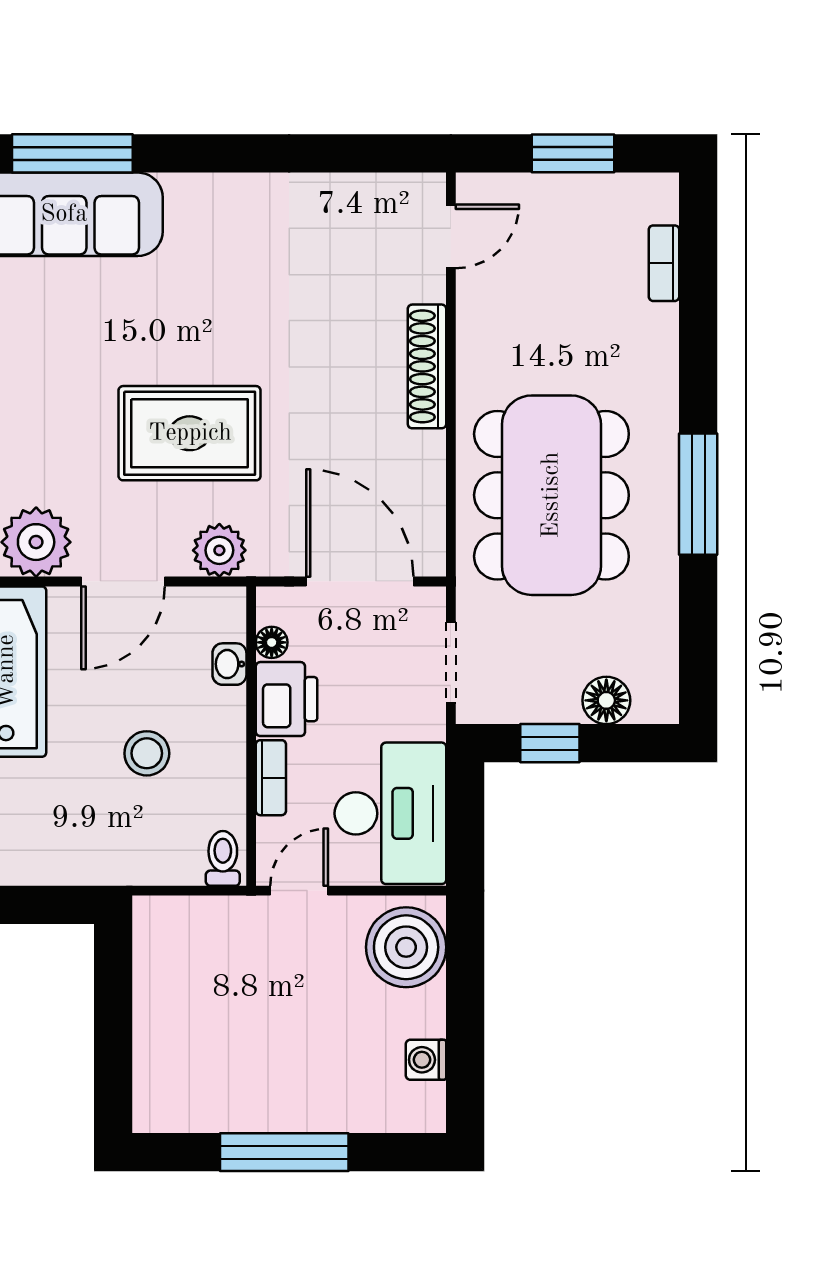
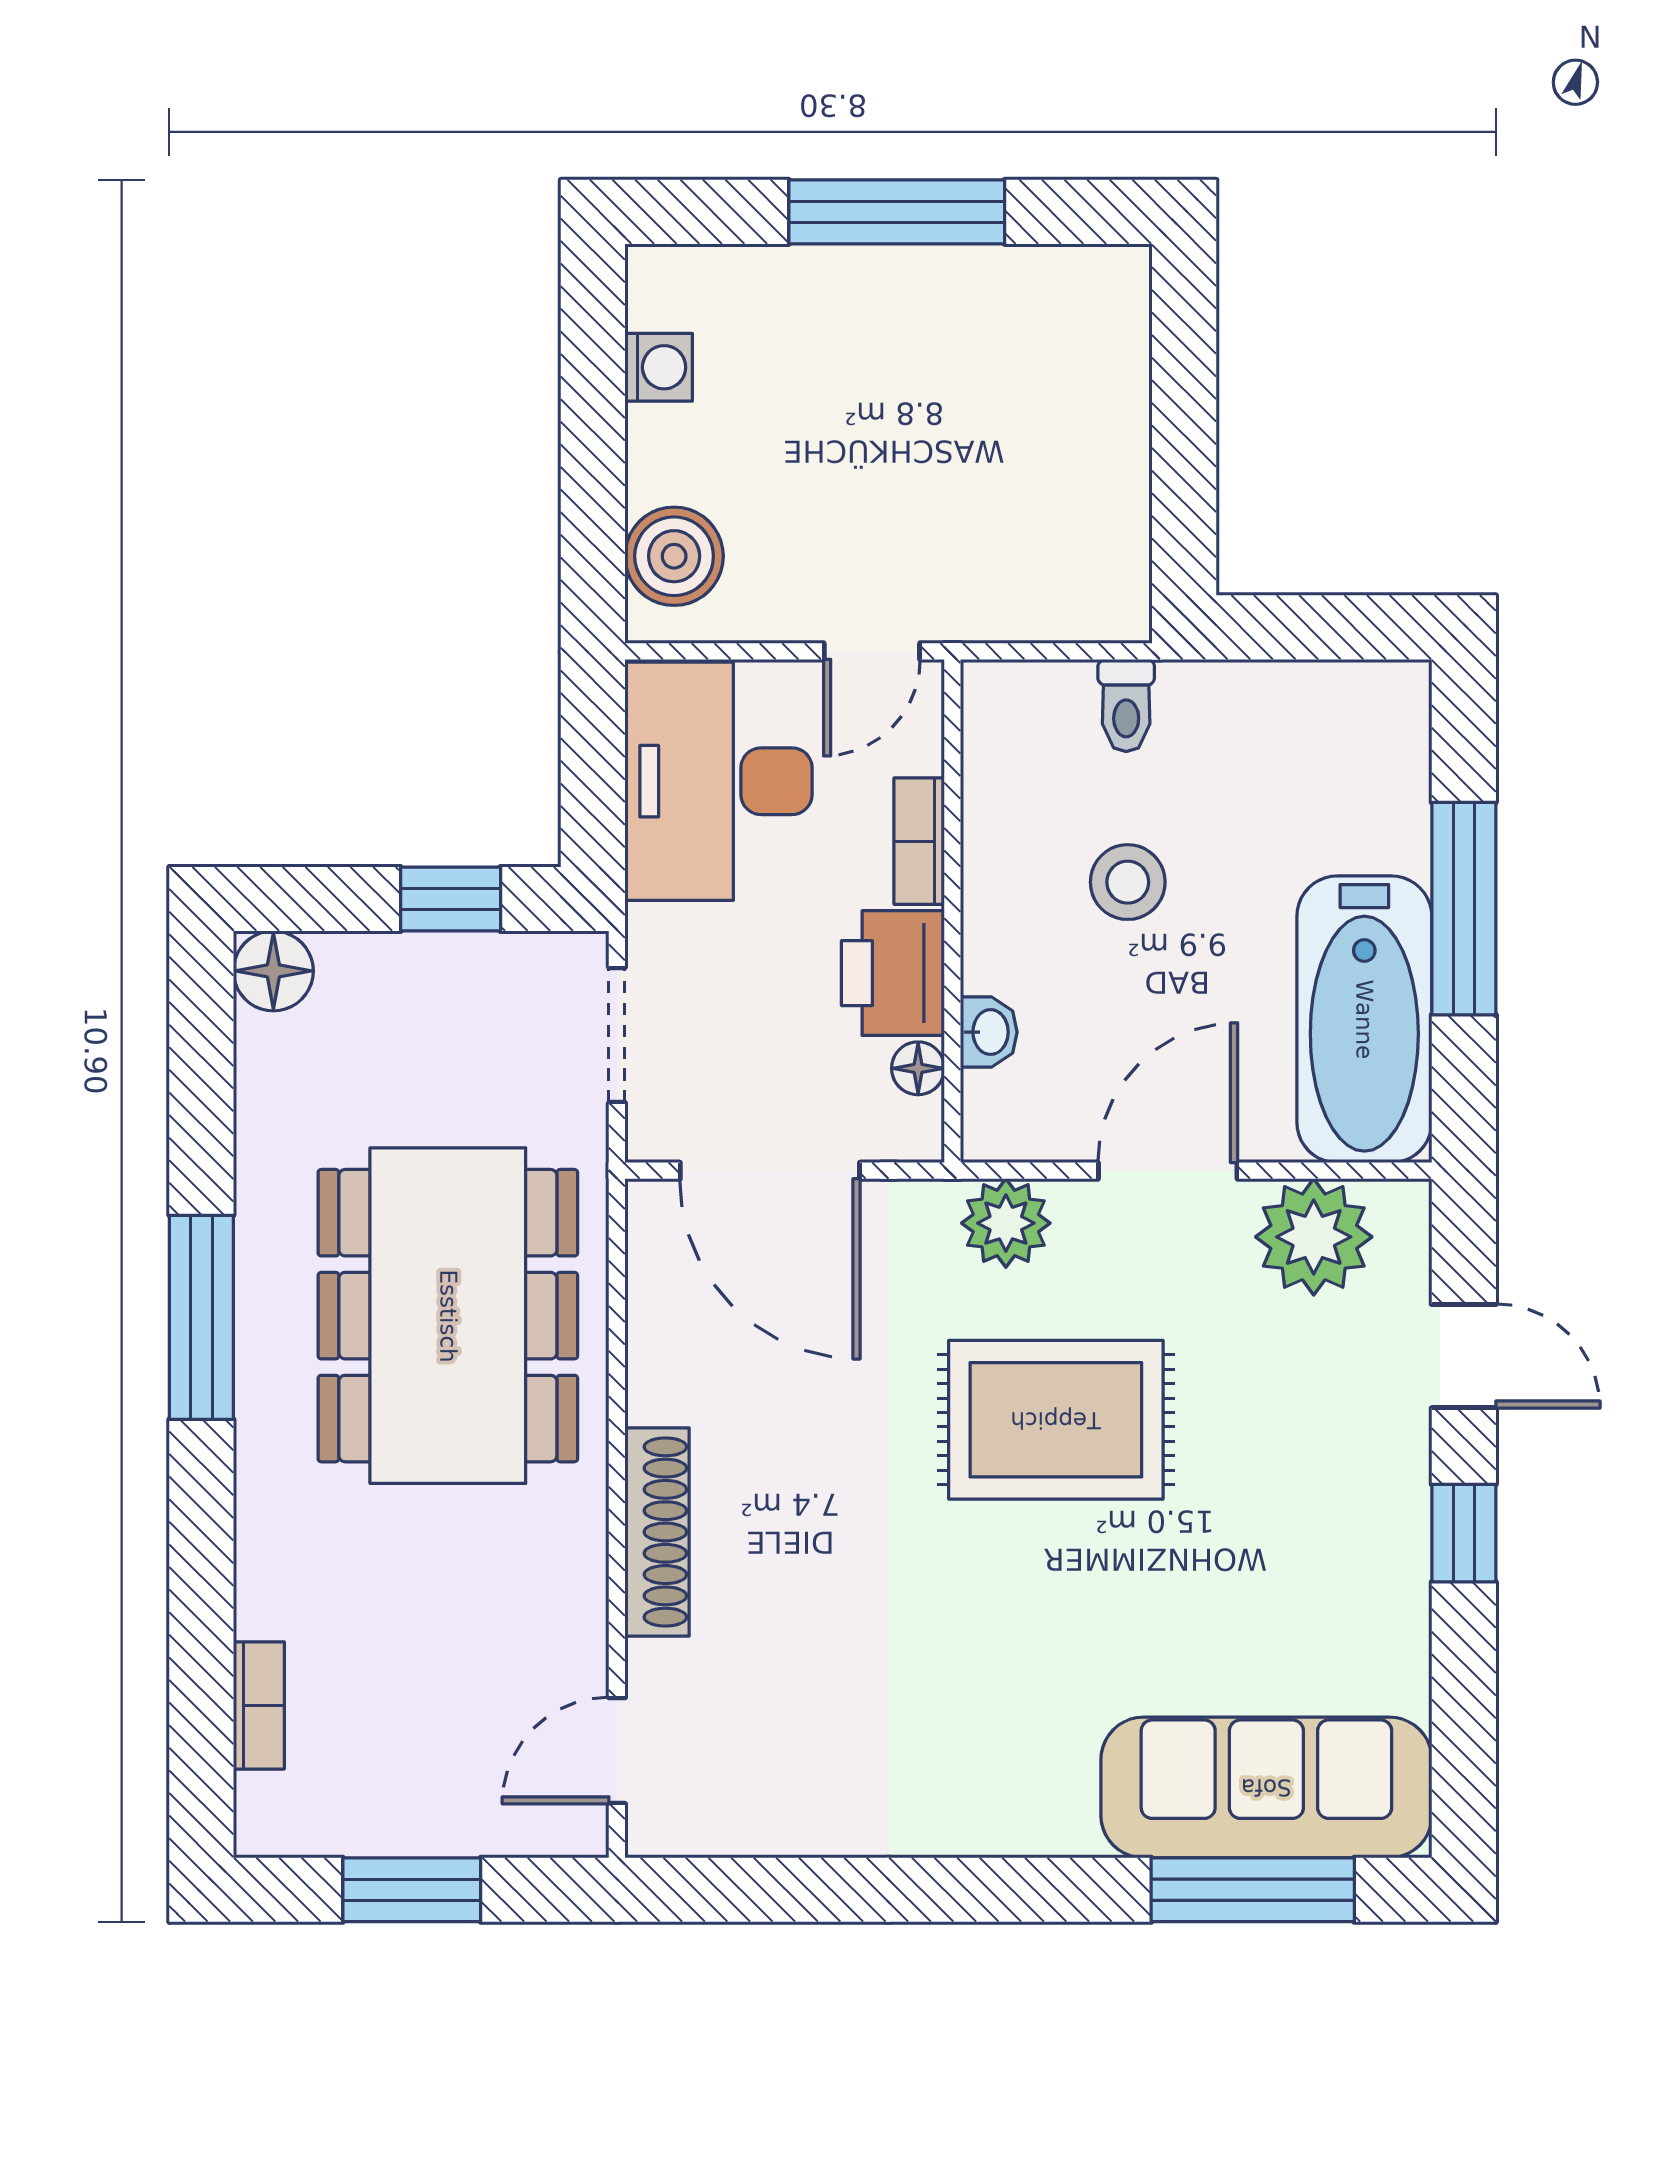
floor lamp: (606, 700) -> (273, 971), moved
toilet: (223, 858) -> (1126, 705), moved
boiler: (406, 947) -> (674, 556), width x0.73, depth x0.73

